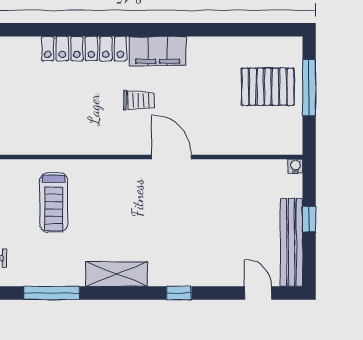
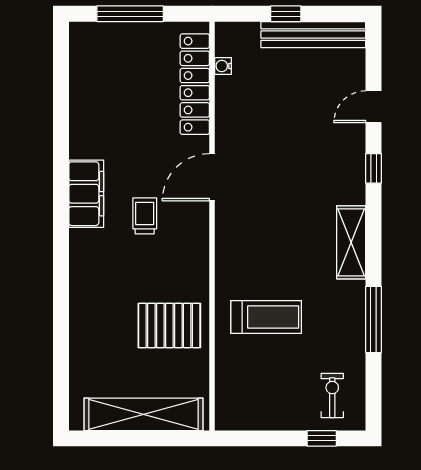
locker: (84, 49) -> (195, 84), moved, turned 180
pallet: (268, 87) -> (169, 326), moved, turned 90
water cooler: (295, 166) -> (223, 66), moved
door: (258, 293) -> (374, 107), moved

